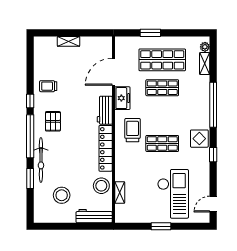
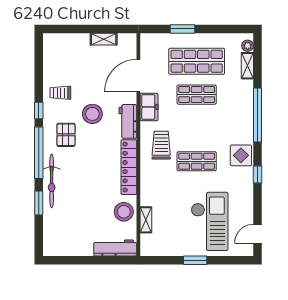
shelving: (69, 41) -> (104, 39), moved
stool: (62, 195) -> (92, 114), moved

